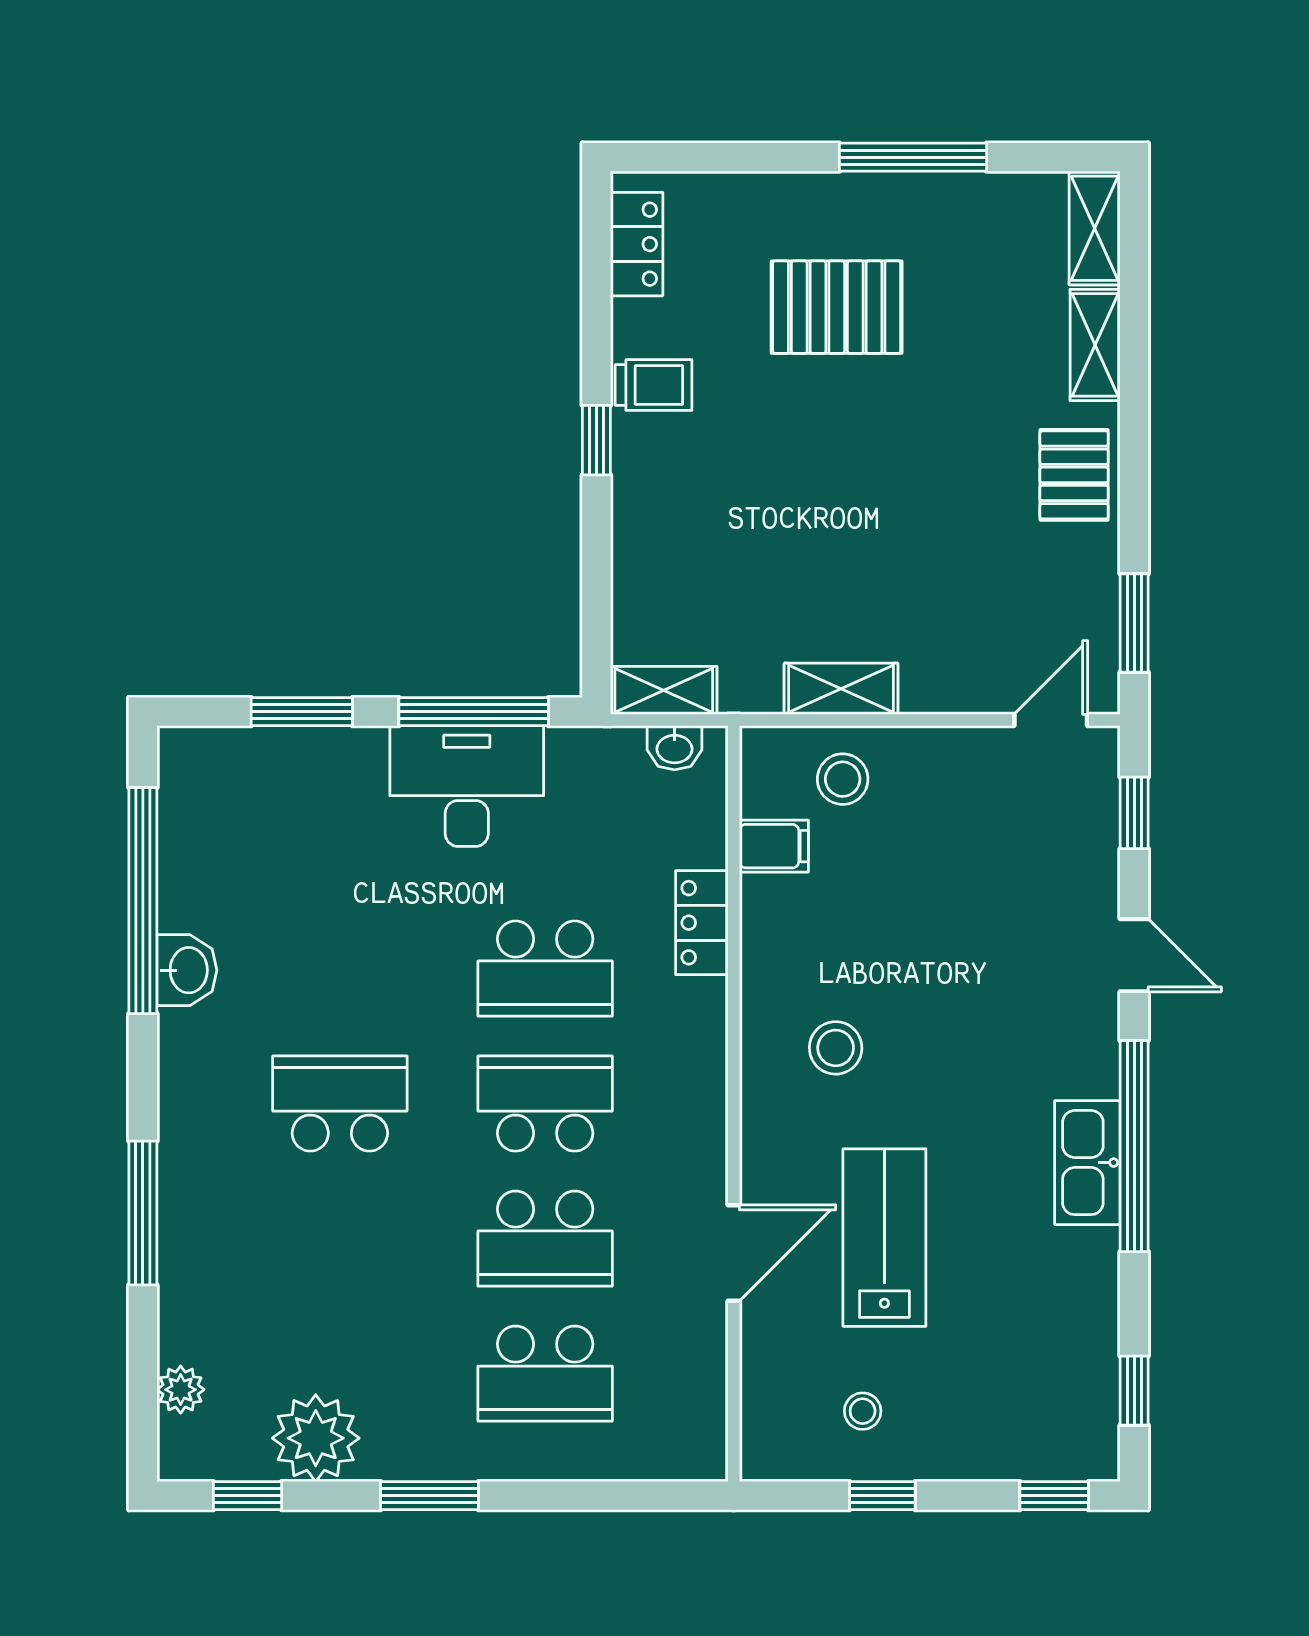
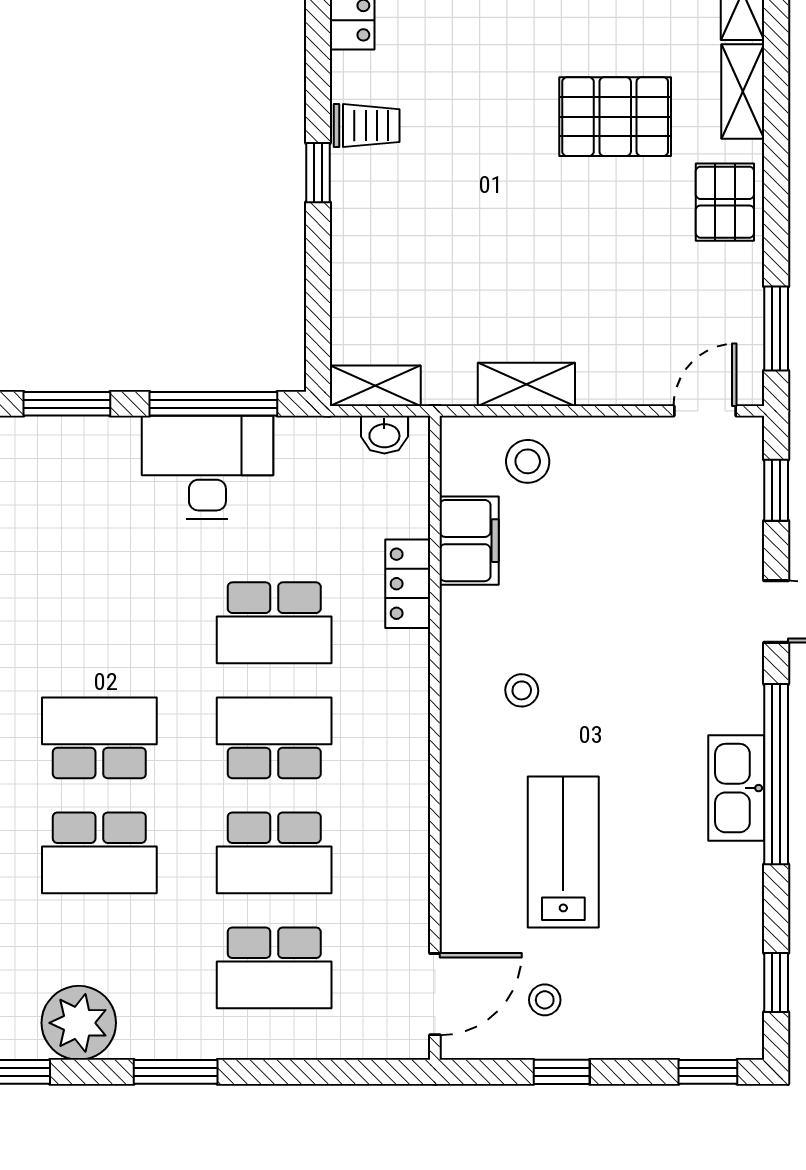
pallet: (837, 307) -> (615, 117), moved
filing cabinet: (774, 846) -> (469, 541), width x2.00
stool: (836, 1048) -> (522, 690), width x0.73, depth x0.73
school desk: (340, 1239) -> (99, 853), added
door: (734, 1253) -> (435, 994), moved

